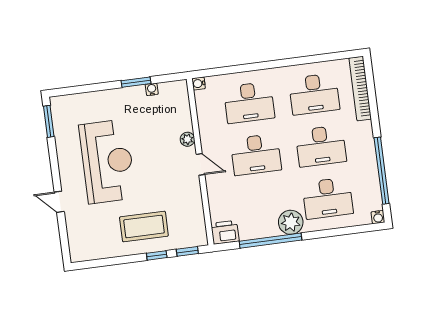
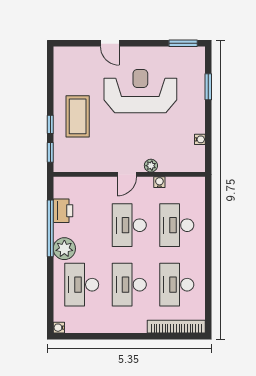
window: (136, 82) -> (208, 87), moved
water cooler: (199, 83) -> (159, 182), moved
reception desk: (107, 161) -> (140, 91), turned 180
window: (382, 171) -> (100, 336), removed
door: (59, 202) -> (110, 43), swing flipped
printer: (225, 232) -> (63, 211), moved

